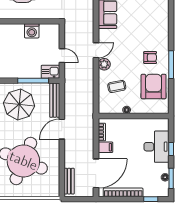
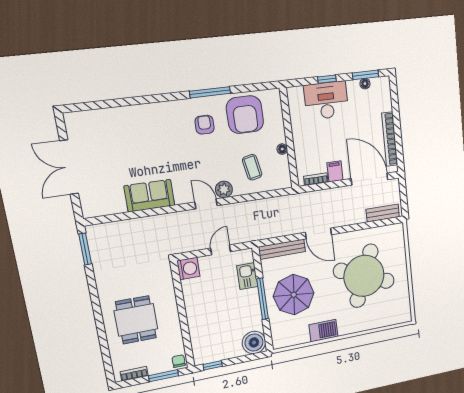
washing machine: (32, 31) -> (188, 269), moved
kitchen sink: (50, 72) -> (247, 276), moved
window: (33, 81) -> (263, 299), moved
armchair: (154, 87) -> (245, 115), turned -90
window: (151, 199) -> (395, 100), removed

